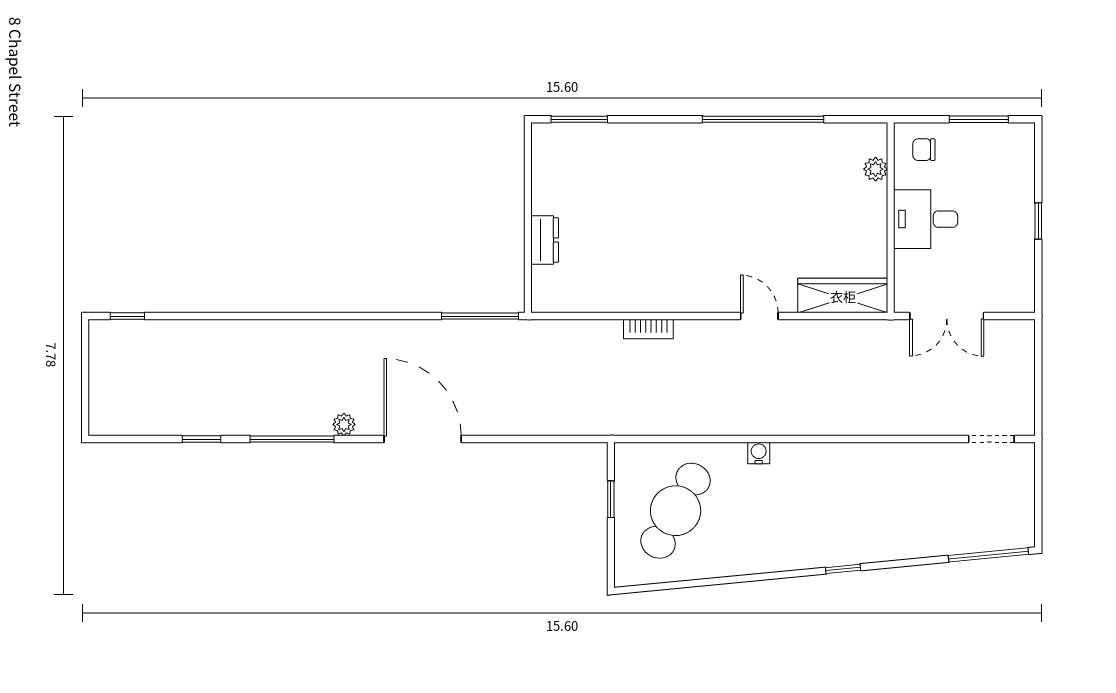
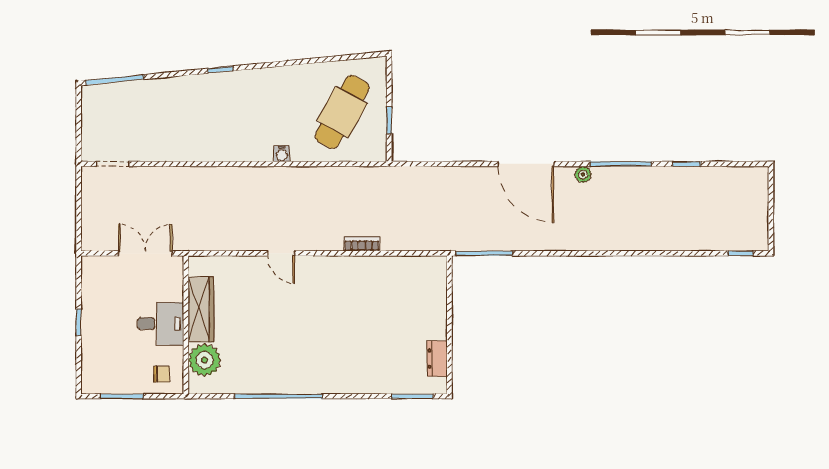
plant: (876, 169) -> (205, 360), width x1.88, depth x1.88
dresser: (545, 240) -> (437, 359), moved
wardrobe: (843, 296) -> (201, 309), moved, turned -90

